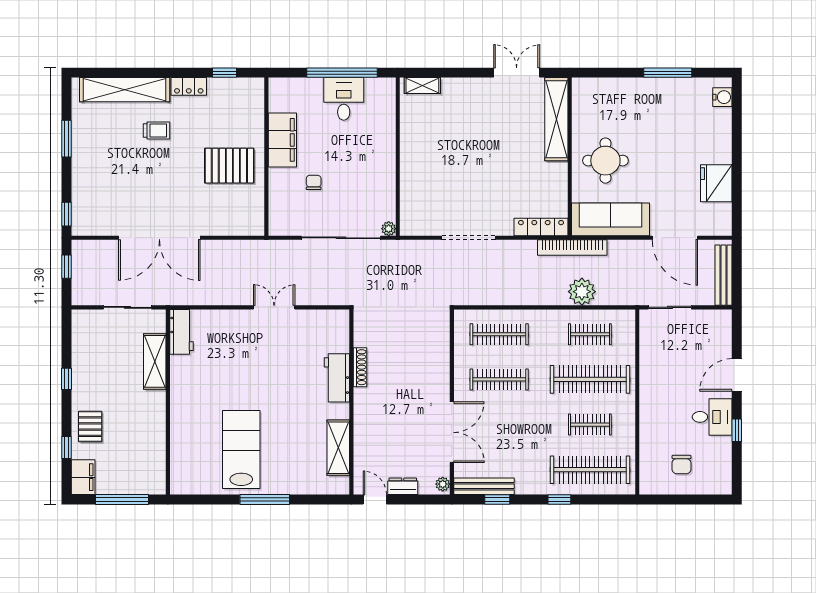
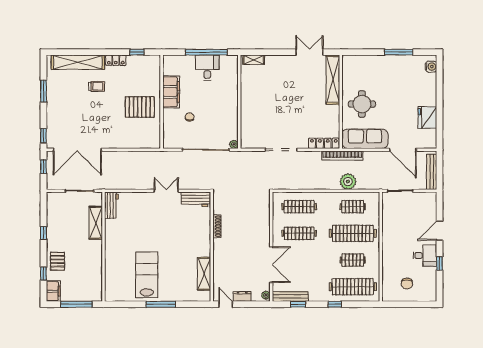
double door: (159, 238) -> (77, 150), moved
workbench: (337, 378) -> (196, 199), moved, turned -90

